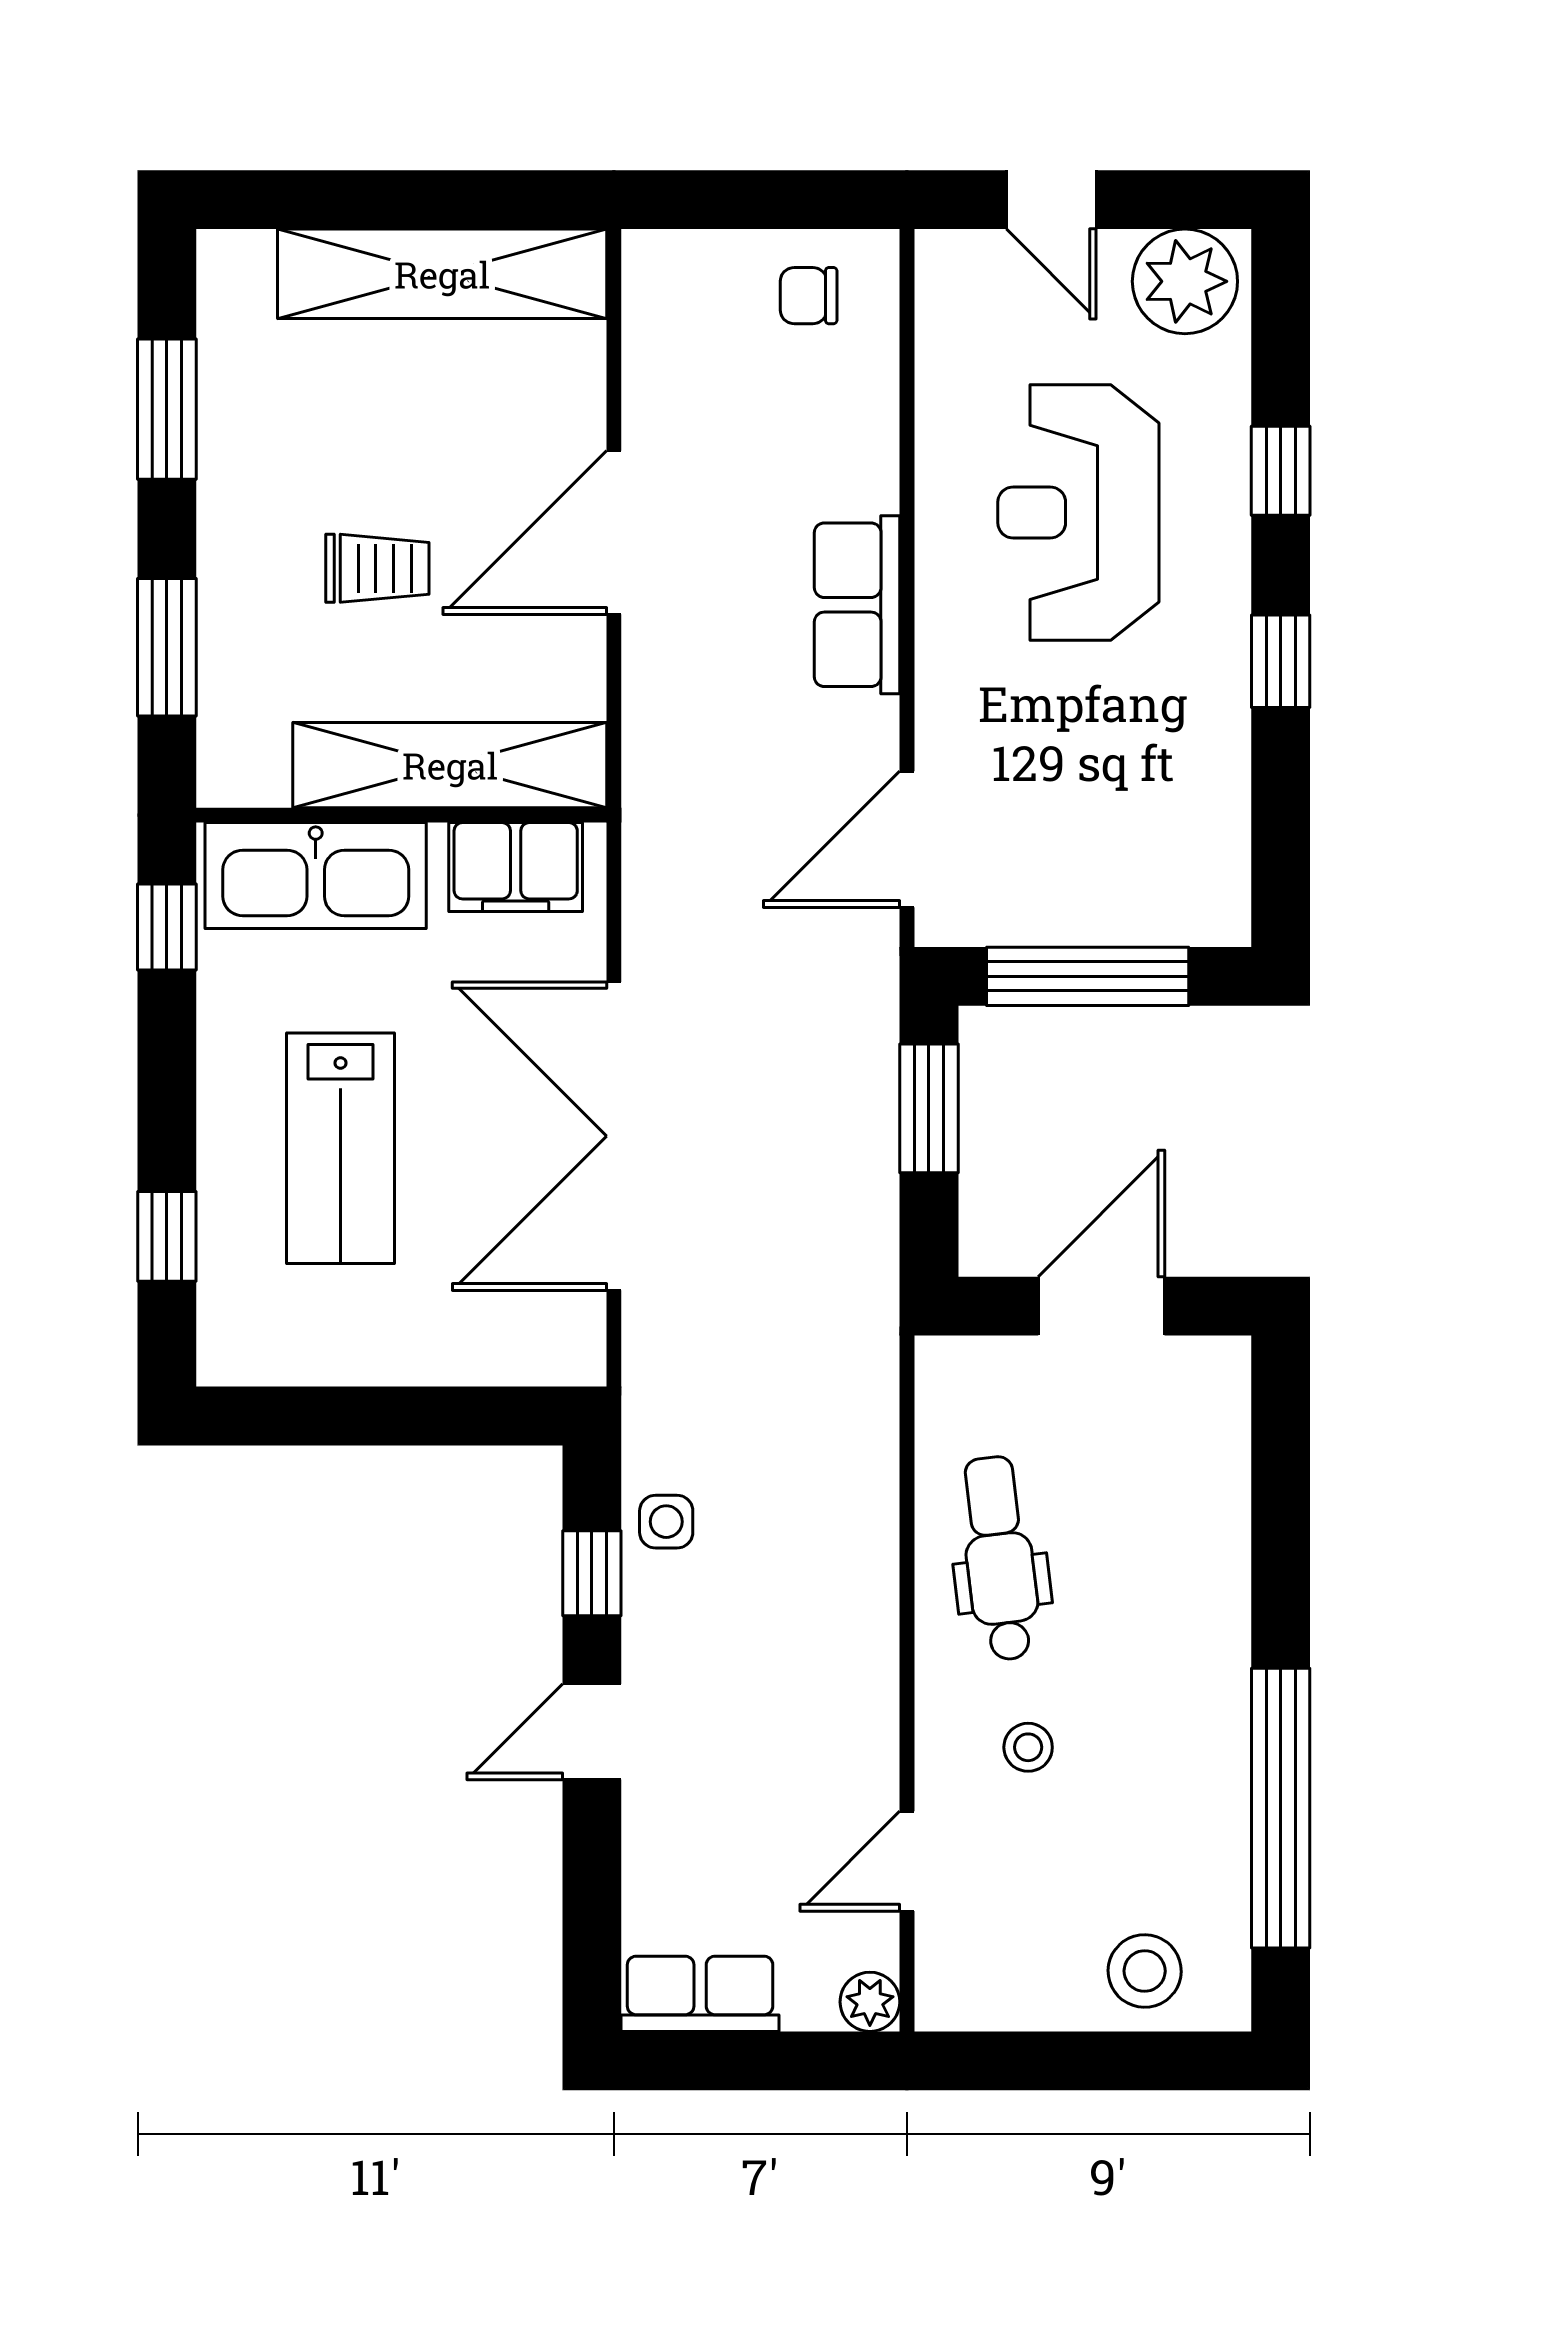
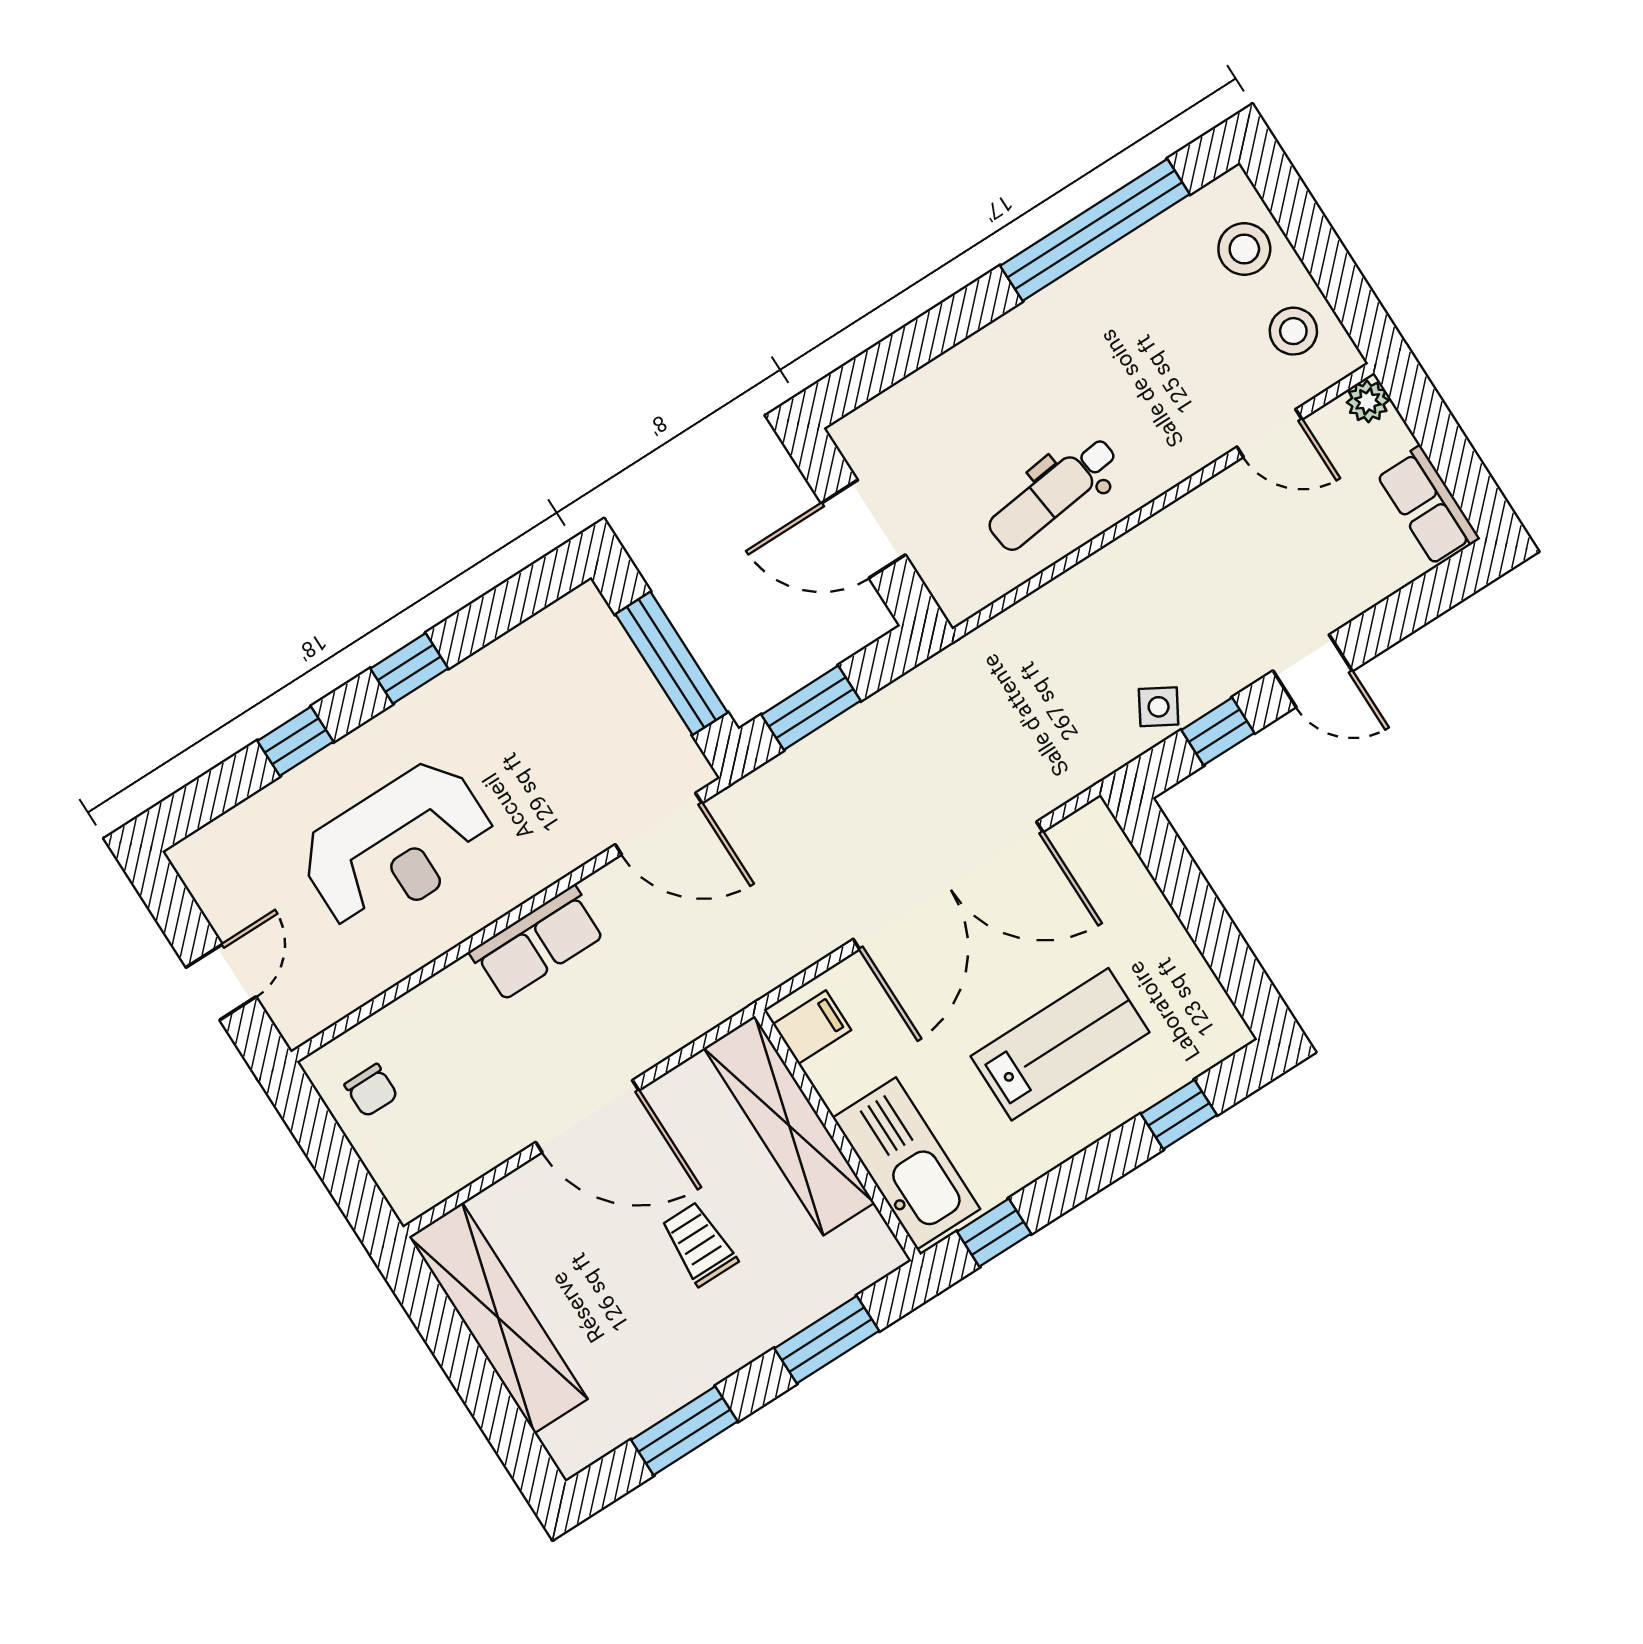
plant: (1185, 281) -> (219, 871), removed
filing cabinet: (516, 867) -> (812, 1027), width x0.50
side table: (666, 1522) -> (1159, 707), turned 30
stool: (1028, 1747) -> (1293, 331), moved, width x1.37, depth x1.37

